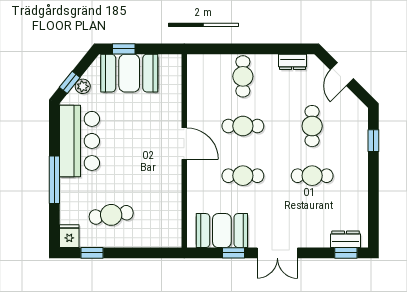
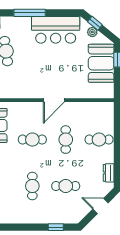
cafe table: (243, 176) -> (32, 140), turned 90

